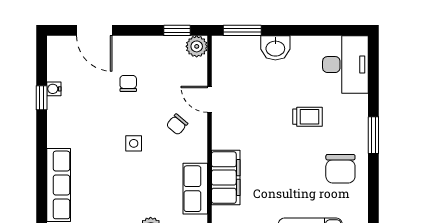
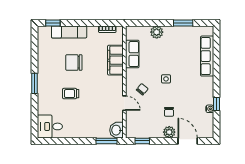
plant: (197, 46) -> (169, 132), moved
washbasin: (275, 48) -> (117, 130), moved, turned -90
desk: (345, 65) -> (50, 126), width x0.73
chair: (340, 169) -> (74, 62), moved, turned -90

